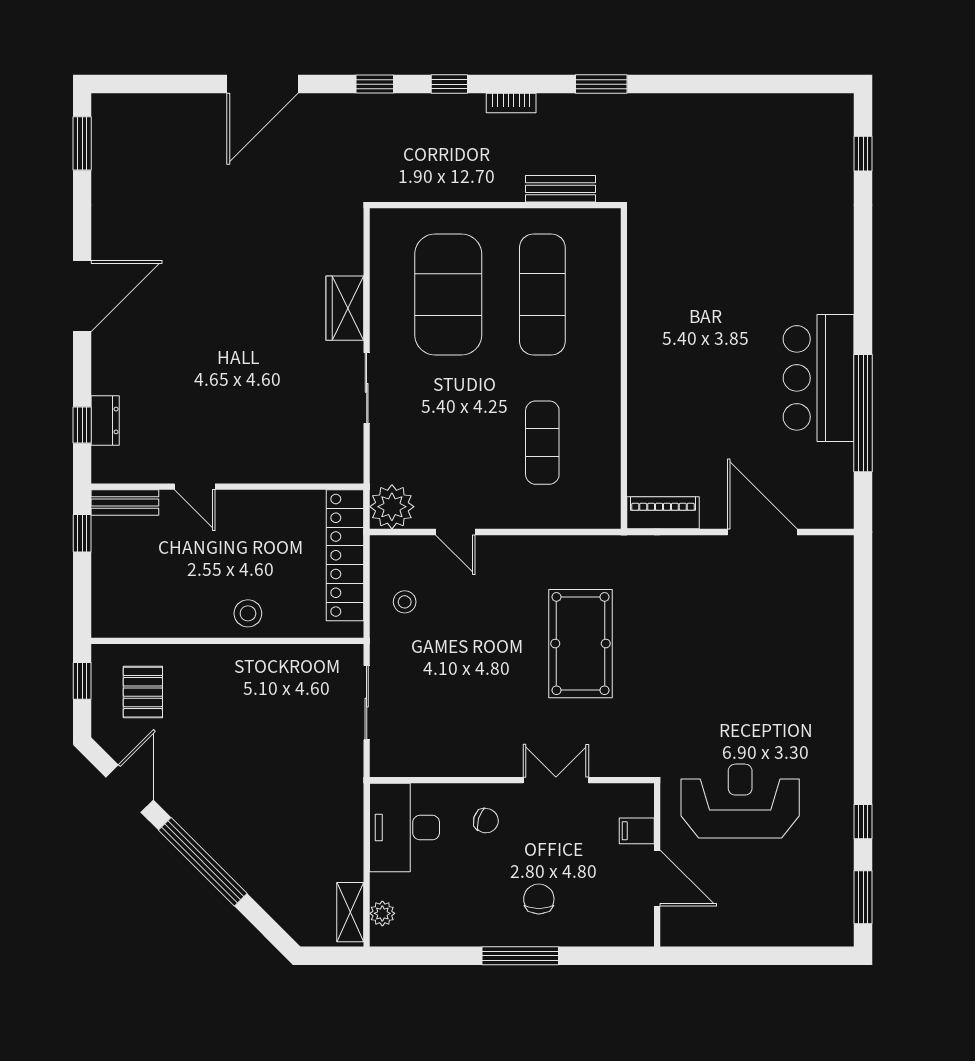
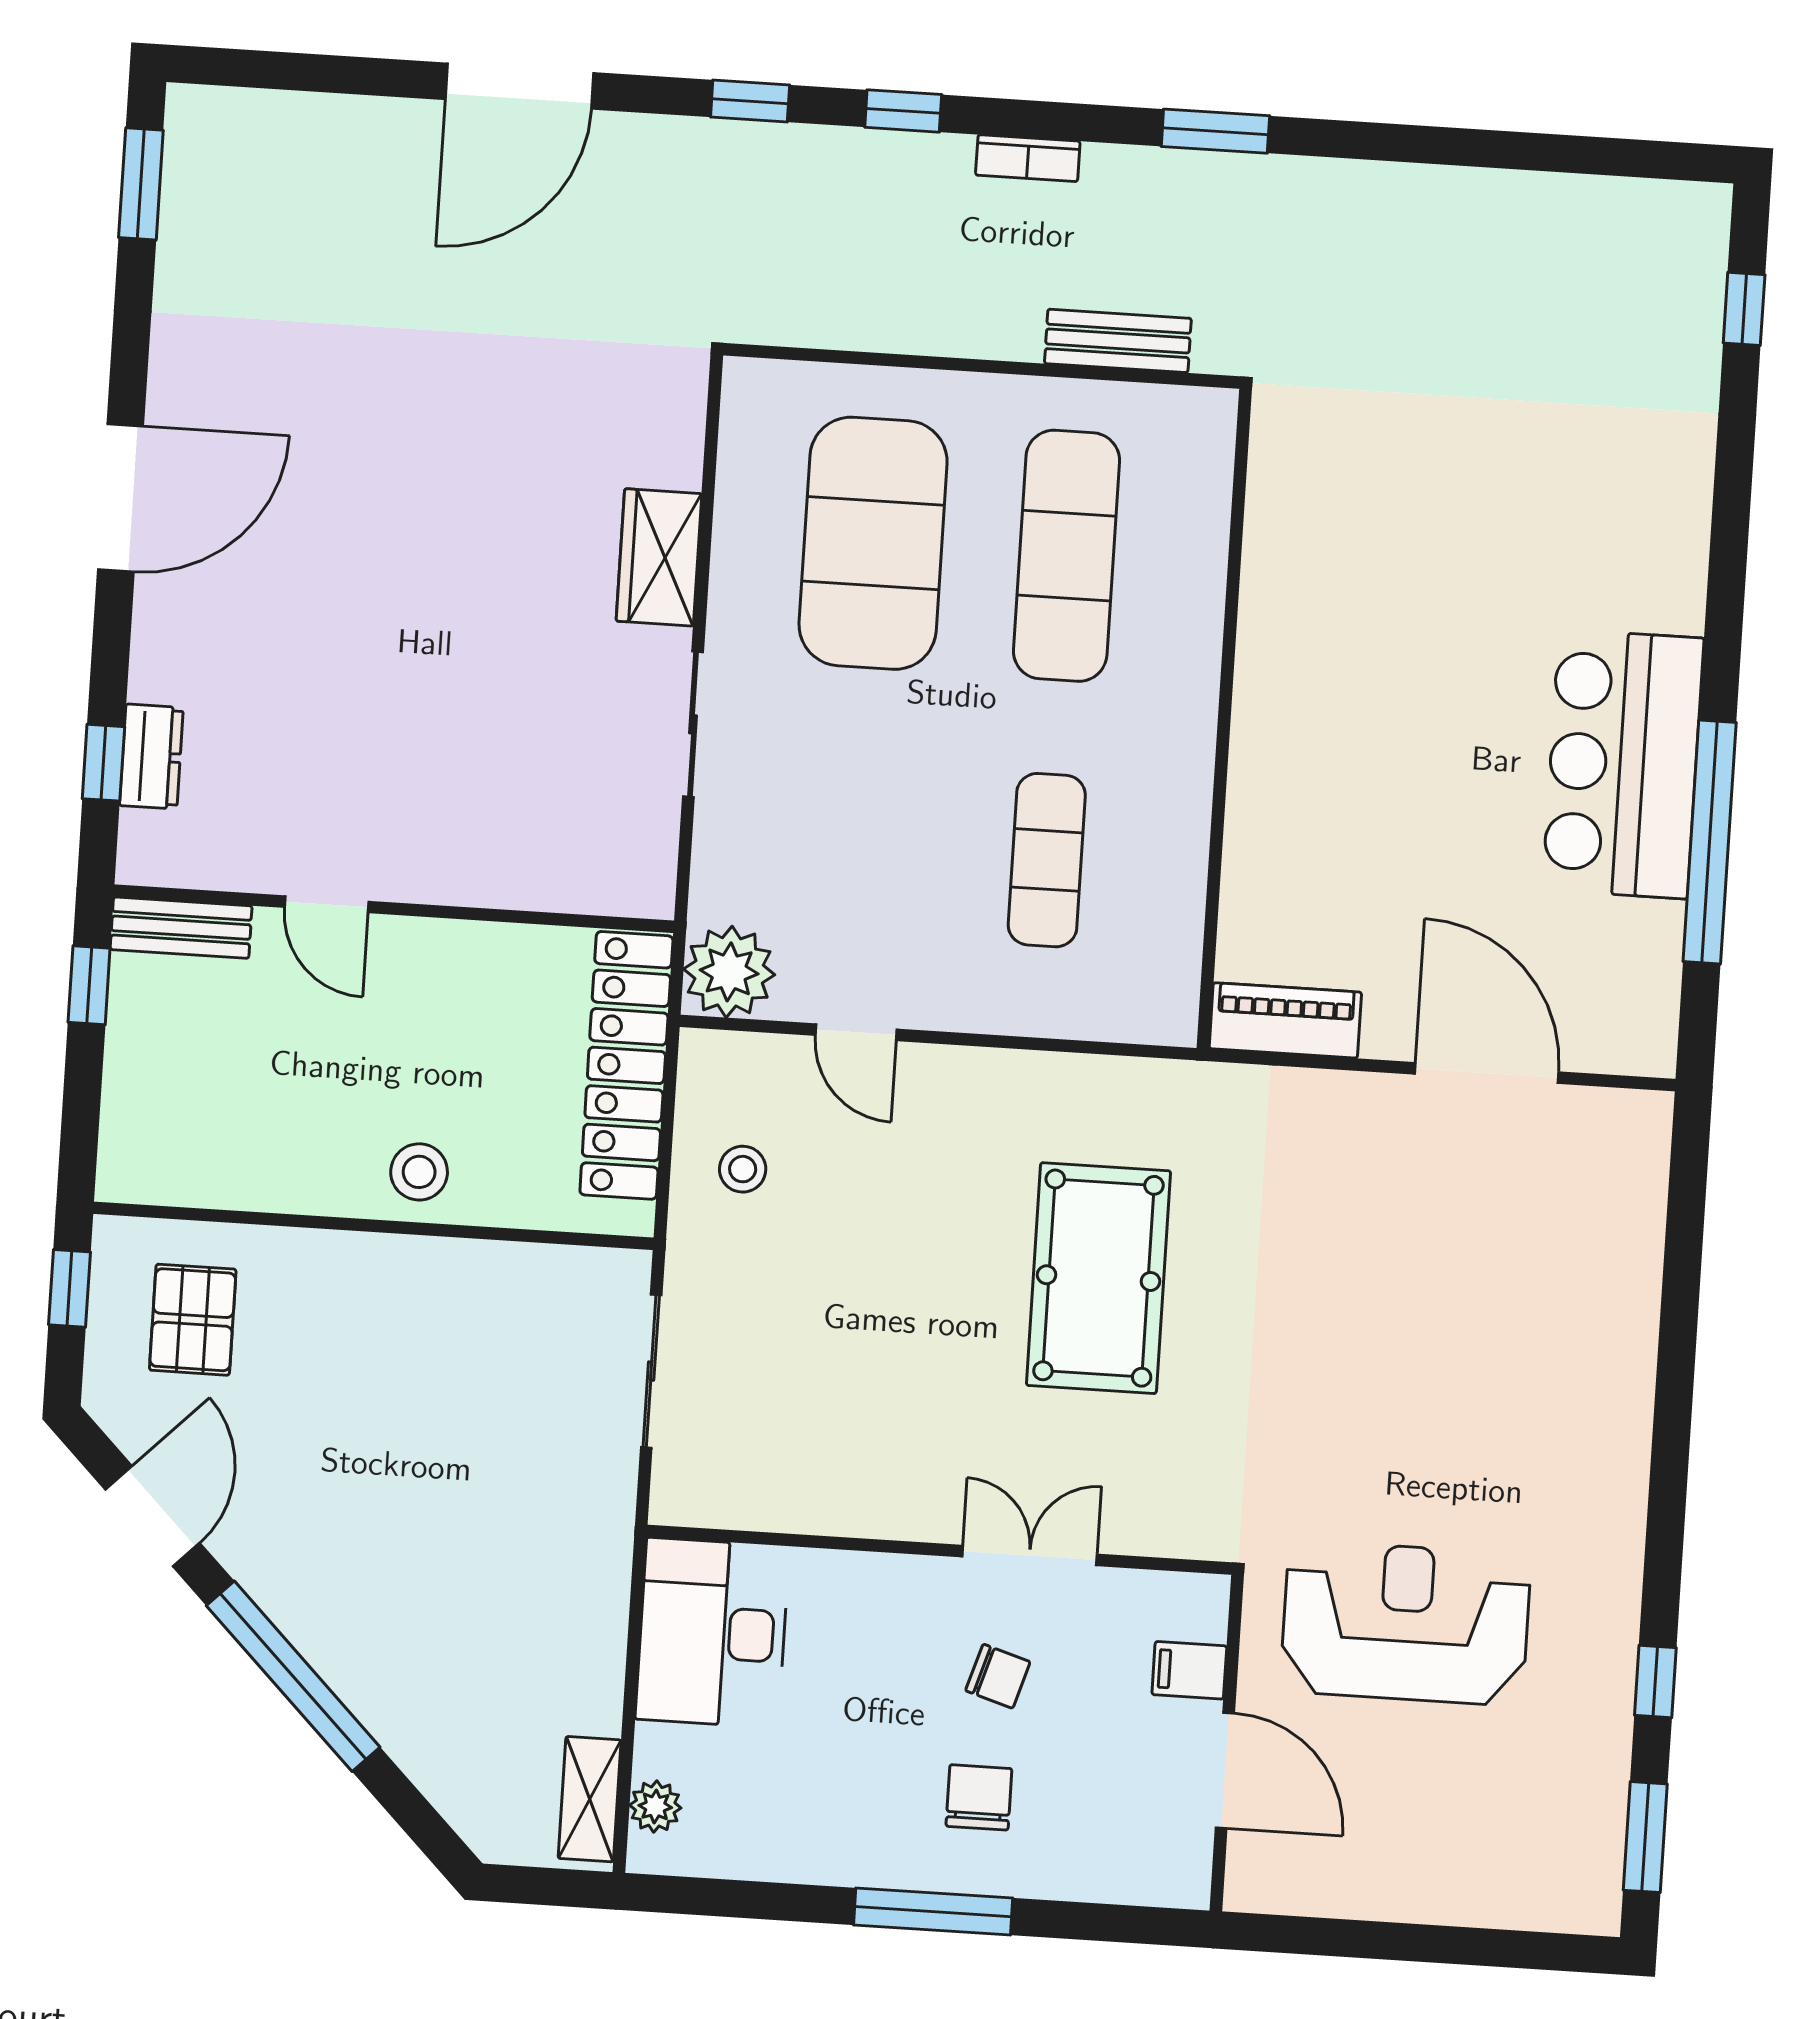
chair: (486, 821) -> (998, 1676), moved

